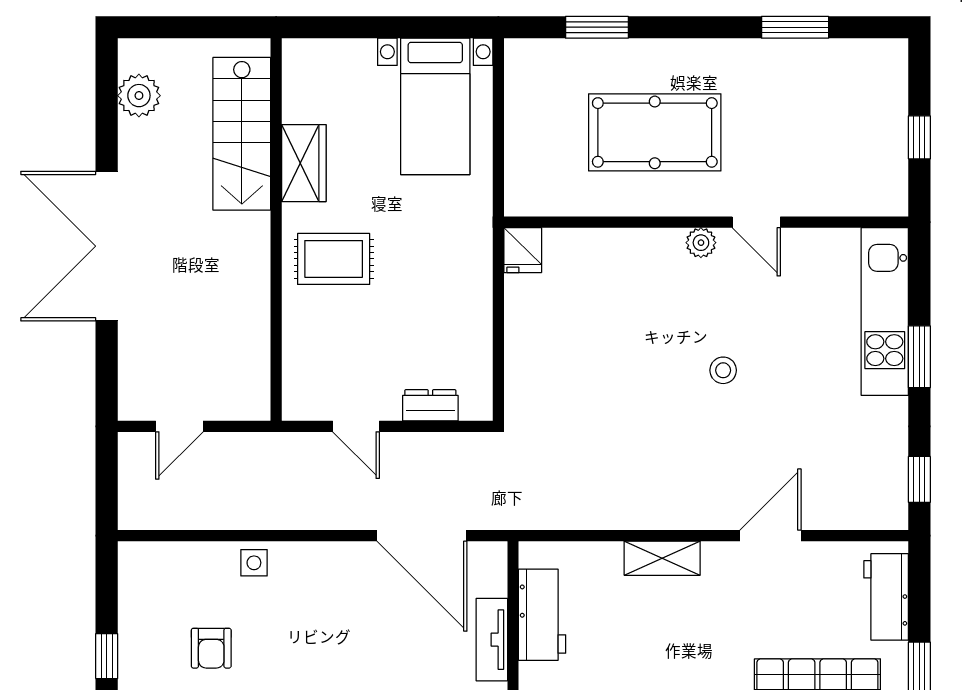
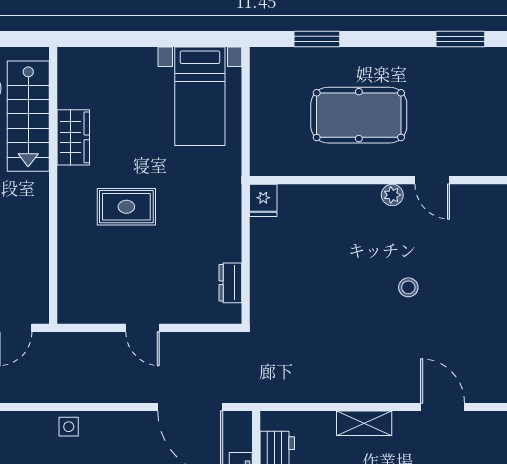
stairs: (242, 134) -> (28, 116), moved
wardrobe: (304, 163) -> (73, 137), moved
wall: (276, 230) -> (53, 185), moved
dresser: (430, 405) -> (230, 283), moved, turned -90
door: (770, 536) -> (443, 407), hinge flipped

